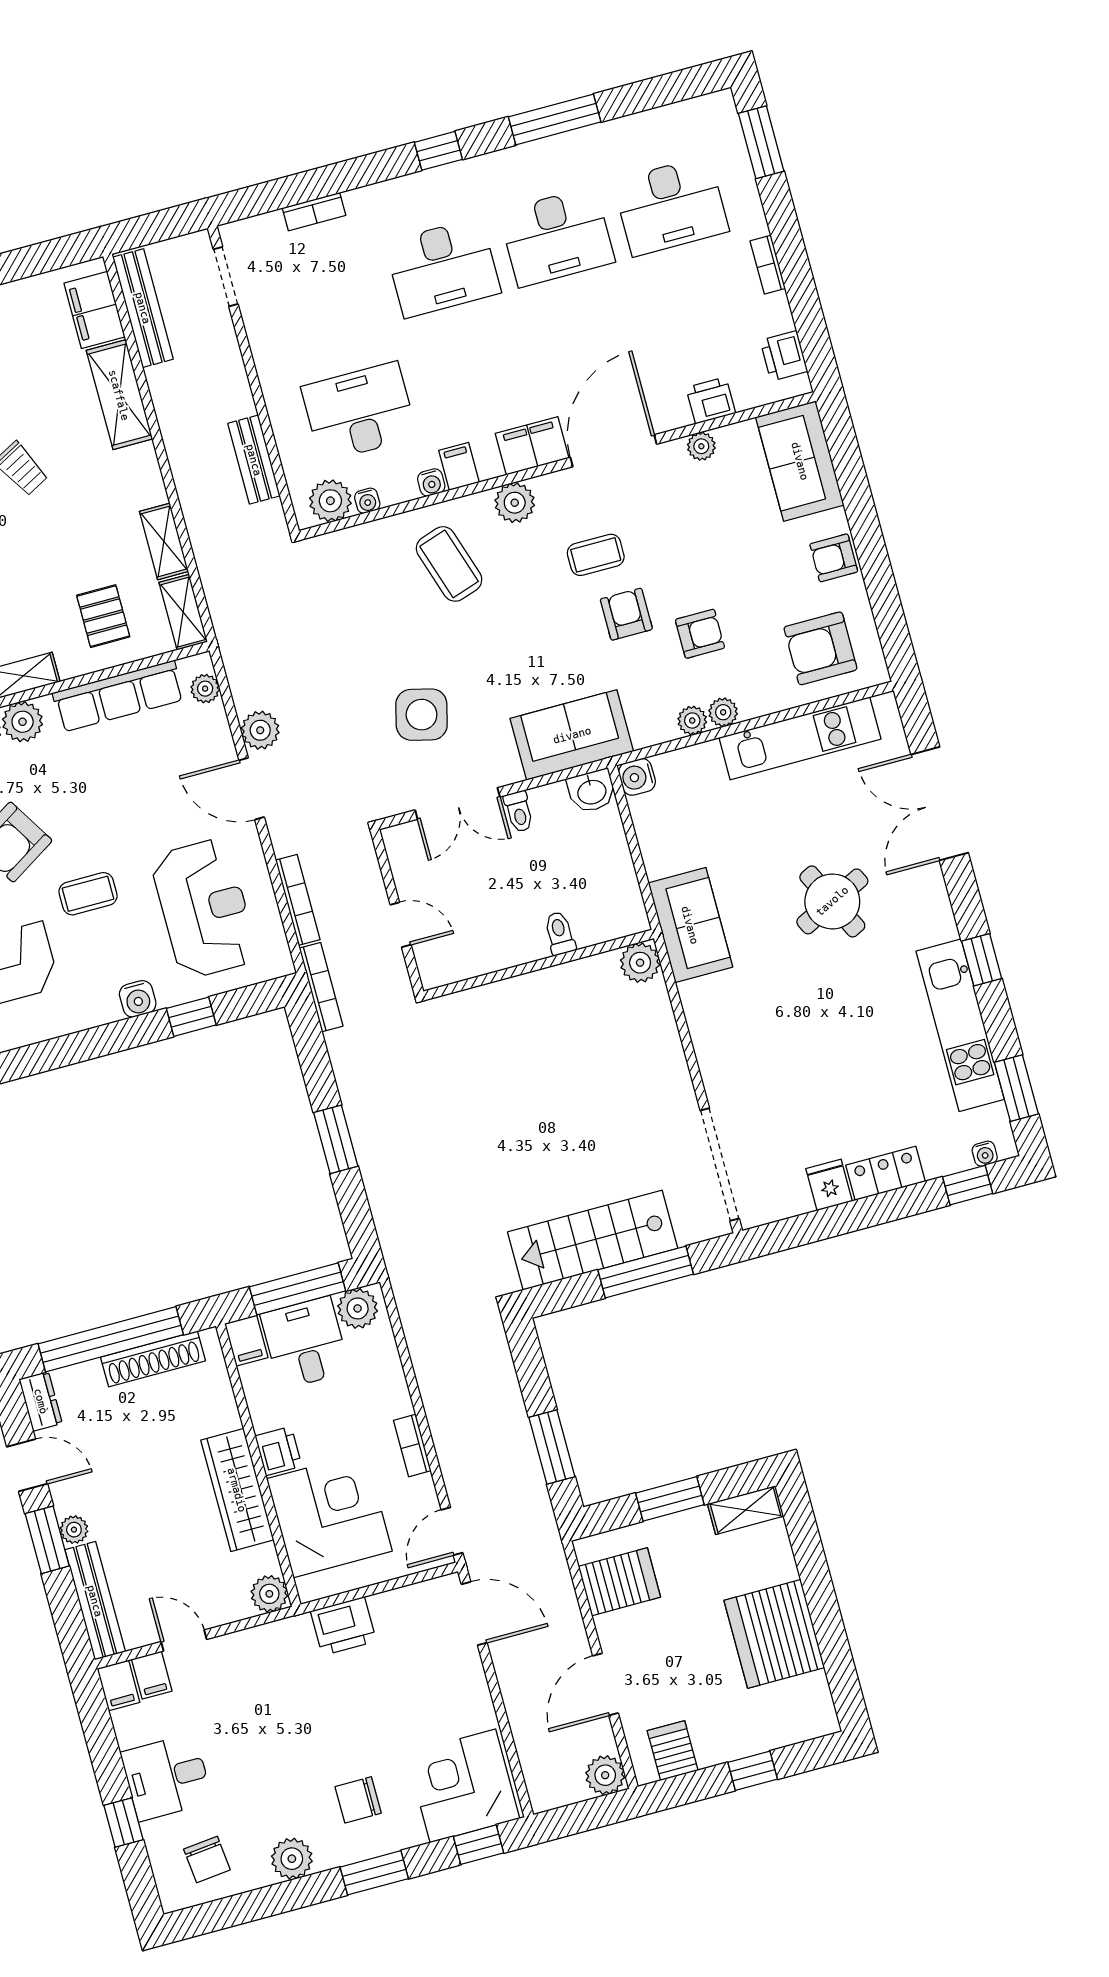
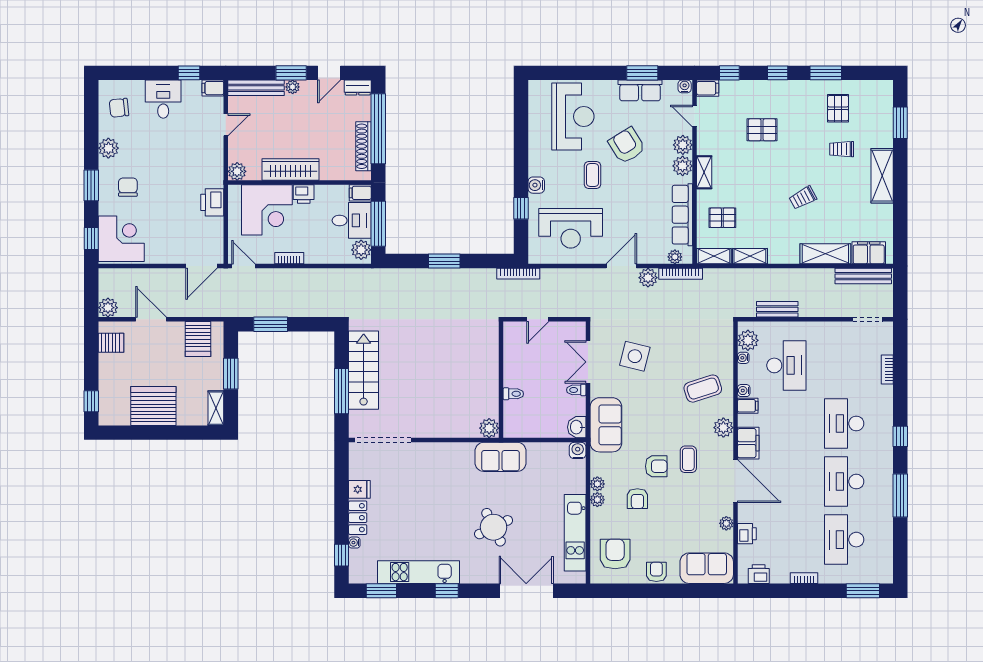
bookcase: (298, 900) -> (681, 274), moved
water cooler: (985, 1154) -> (354, 543), moved
filing cabinet: (152, 1675) -> (214, 105), removed
window: (753, 1771) -> (91, 401), moved
window: (123, 1823) -> (189, 73), moved

